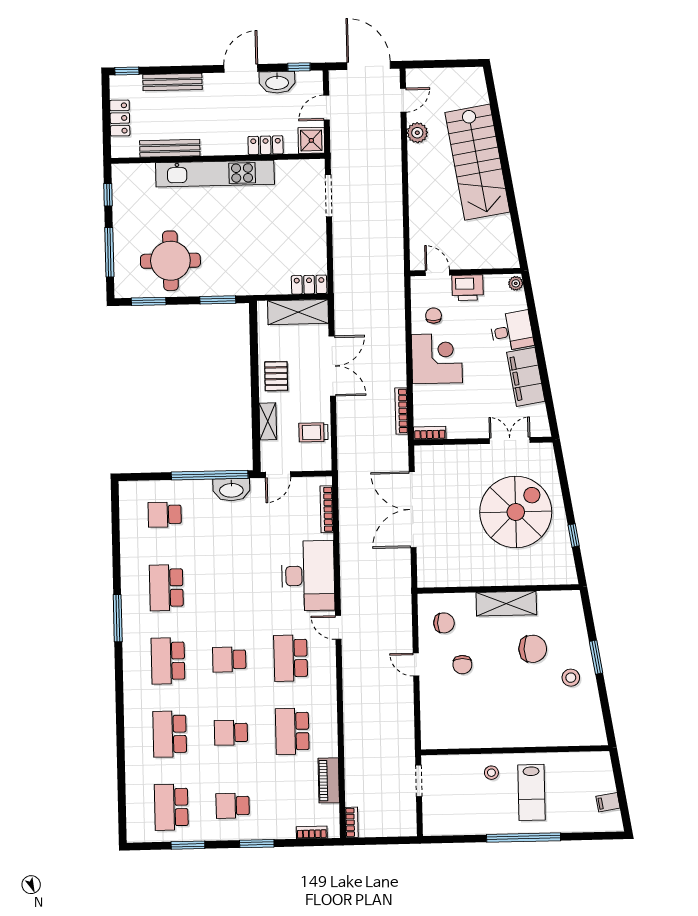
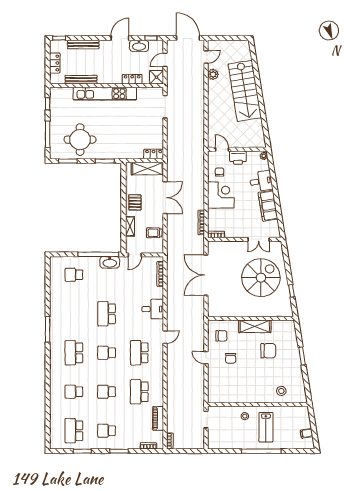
double door: (510, 440) -> (259, 239), swing flipped
desk: (308, 576) -> (153, 309), width x0.53, depth x0.77
school desk: (166, 588) -> (107, 314), moved
door: (338, 627) -> (165, 337), swing flipped
stool: (571, 678) -> (281, 391), moved
school desk: (170, 734) -> (74, 392), width x0.54

